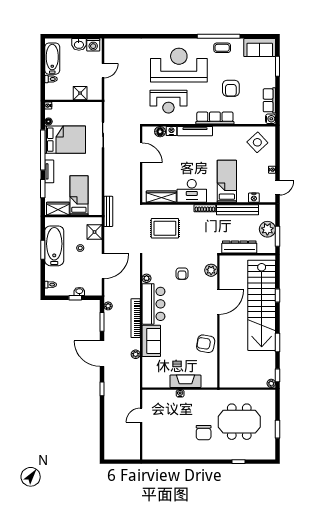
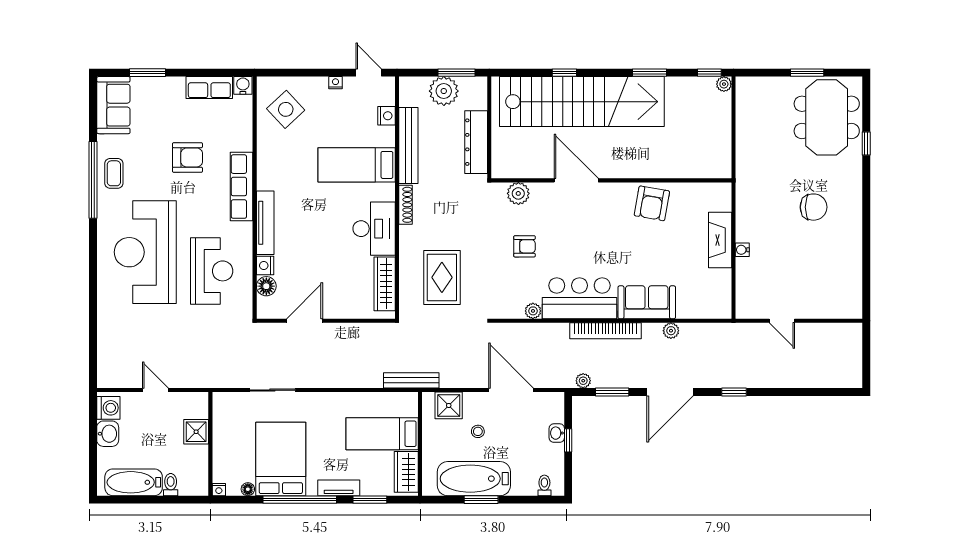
meeting table: (239, 422) -> (827, 117), moved

